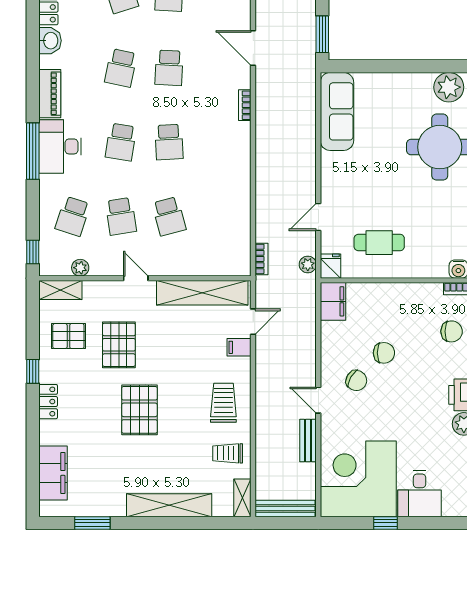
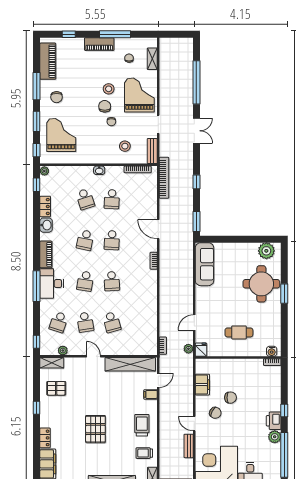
cafe table: (379, 243) -> (239, 332), moved
filing cabinet: (333, 301) -> (202, 385), moved
chair: (452, 331) -> (268, 386), removed
pallet: (119, 345) -> (84, 393), removed
locker: (48, 402) -> (45, 438), moved

